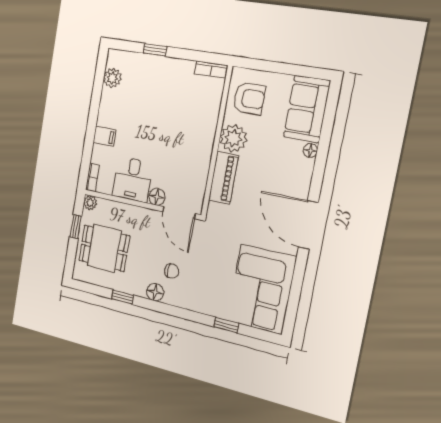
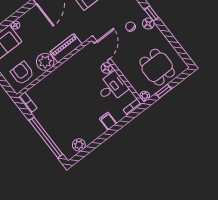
window: (155, 50) -> (46, 137), width x3.17
window: (122, 297) -> (152, 14), moved

